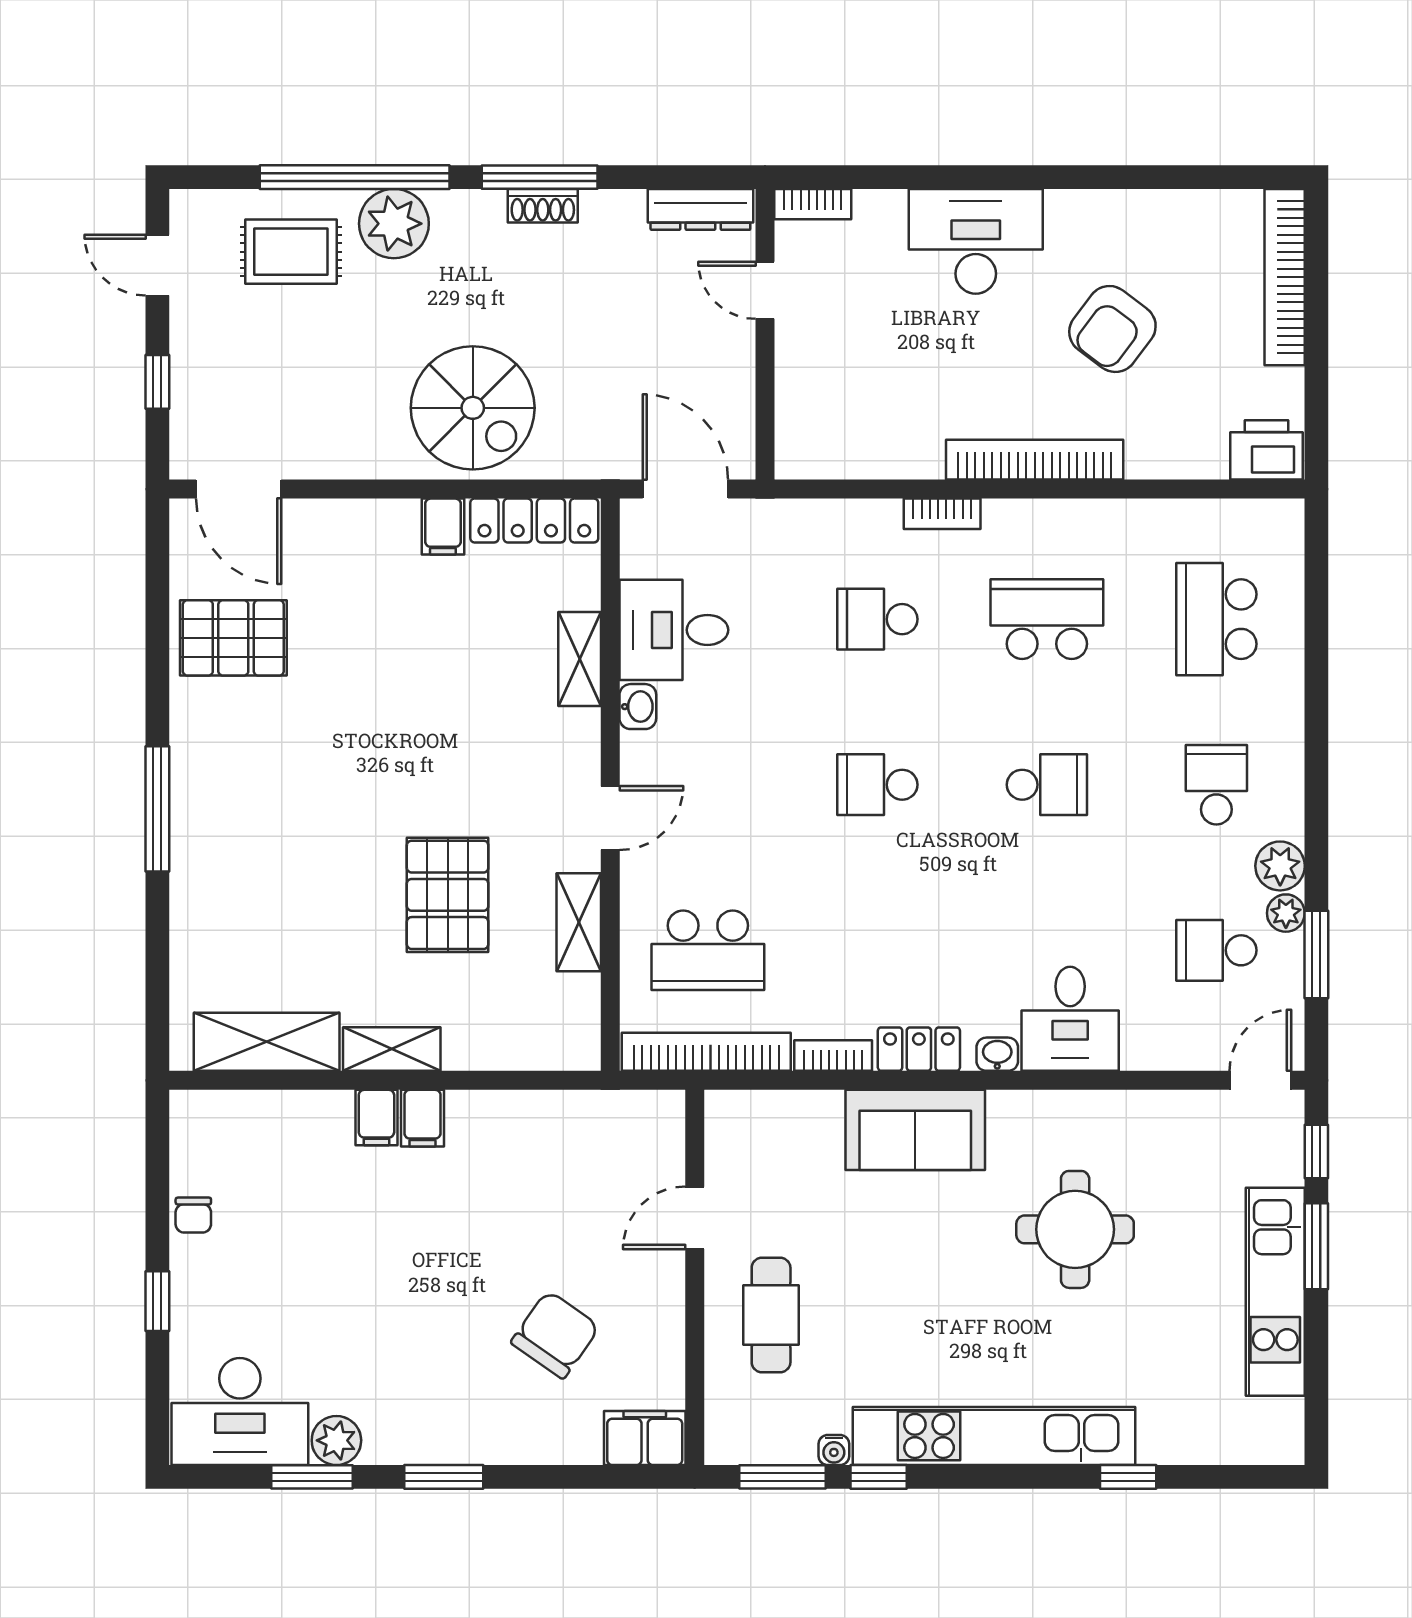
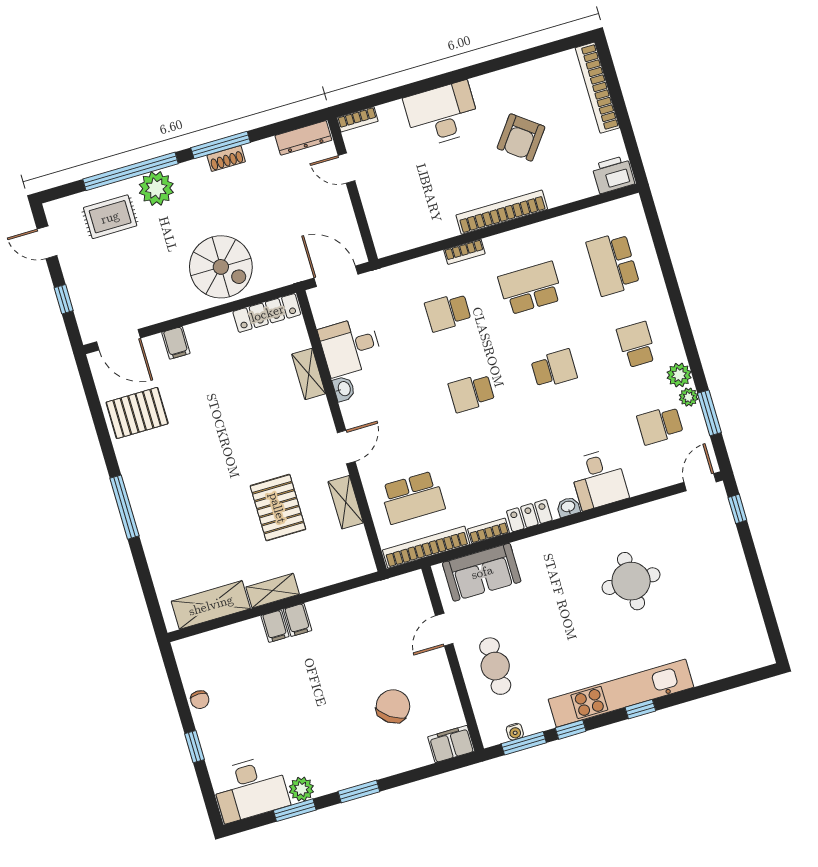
filing cabinet: (443, 527) -> (176, 343), moved
sofa: (915, 1130) -> (482, 572), moved
window: (1316, 1246) -> (751, 555), removed
kitchen unit: (1275, 1292) -> (737, 583), removed
water cooler: (834, 1450) -> (515, 732), moved
window: (1128, 1477) -> (640, 709), moved

